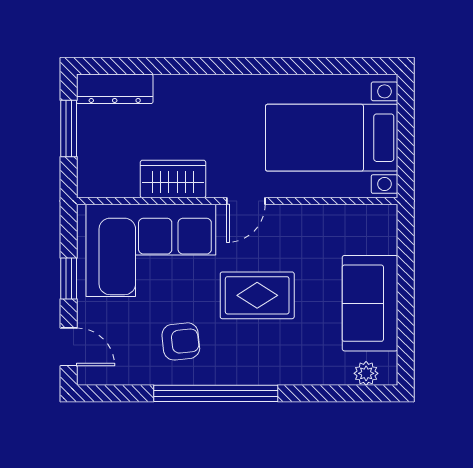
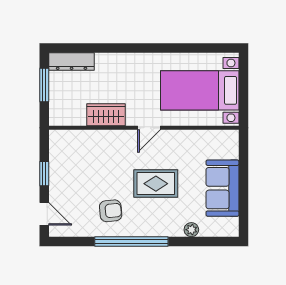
corner sofa: (151, 250) -> (93, 157), removed
plant: (366, 373) -> (191, 230), moved

